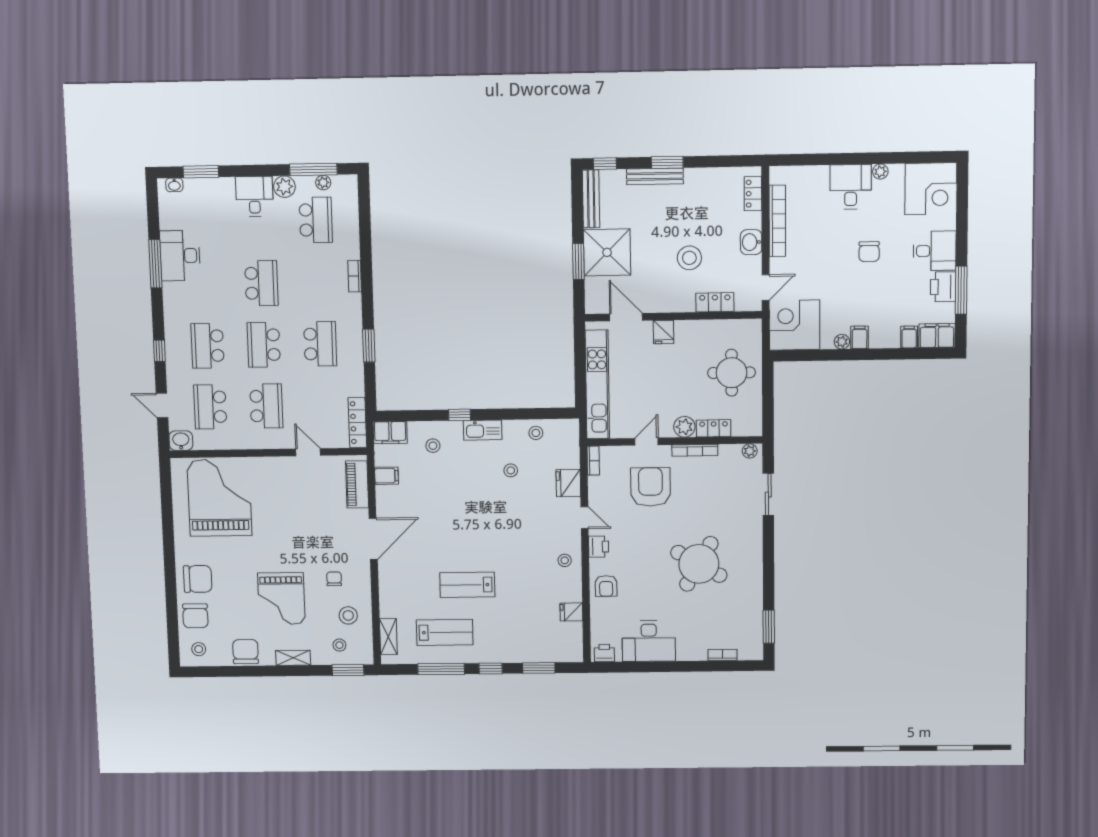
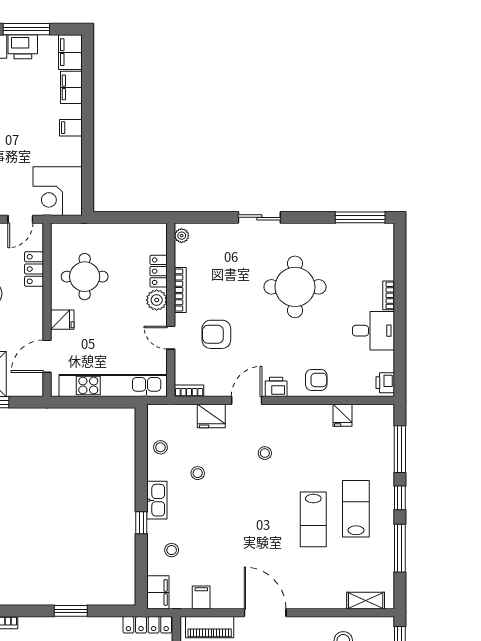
door: (766, 287) -> (20, 219), swing flipped
filing cabinet: (909, 337) -> (71, 87), width x2.00
plant: (842, 342) -> (75, 145), removed
round table: (732, 373) -> (85, 277), moved
armchair: (650, 487) -> (216, 334), width x0.73, depth x0.73
sliding door: (768, 495) -> (259, 217), moved
door: (585, 518) -> (247, 400), width x1.38
stool: (565, 560) -> (265, 453), moved
round table: (699, 564) -> (295, 287), turned -30
window: (769, 627) -> (360, 217), width x1.44
lab bench: (445, 632) -> (356, 509), moved
desk: (649, 641) -> (373, 331), width x0.73
bookcase: (723, 655) -> (389, 295), moved
window: (539, 668) -> (400, 449), width x1.44

